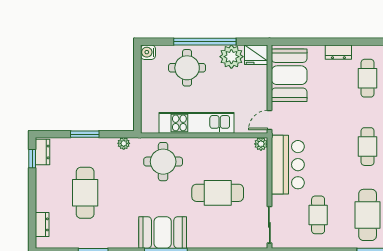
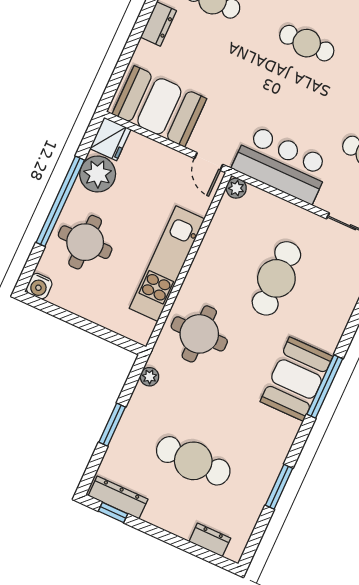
dresser: (43, 152) -> (118, 497), width x1.44

